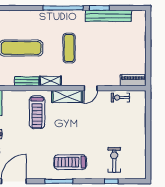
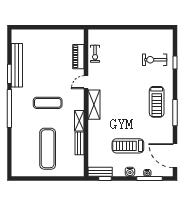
piano: (133, 80) -> (78, 57), moved
door: (91, 88) -> (86, 82), swing flipped
treadmill: (37, 112) -> (128, 146), moved, turned 180

